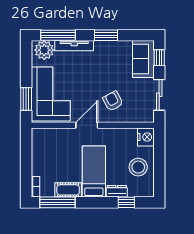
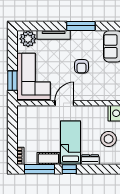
window: (58, 35) -> (40, 26), removed
window: (106, 35) -> (81, 26), width x1.44
armchair: (113, 101) -> (81, 66), moved, turned -152
window: (126, 202) -> (69, 169), moved

